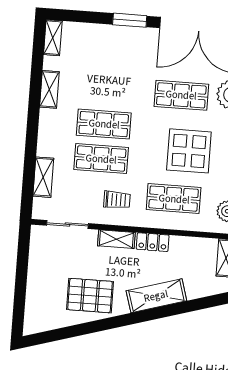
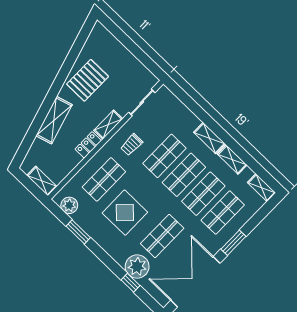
shop shelf: (109, 55) -> (223, 213), added
shop shelf: (106, 90) -> (203, 194), added
shelving: (43, 177) -> (209, 138), moved

